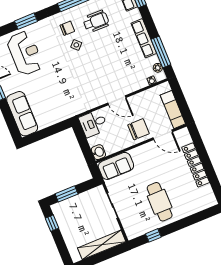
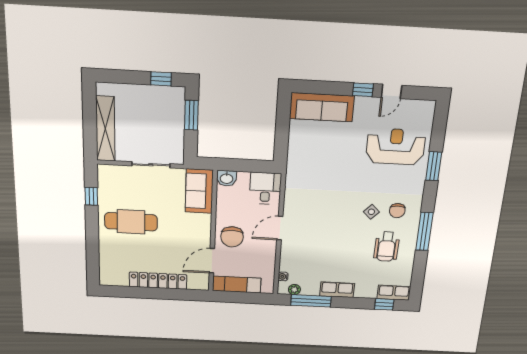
row of seats: (144, 38) -> (337, 290), width x0.68
reception desk: (25, 53) -> (396, 147), turned 180

